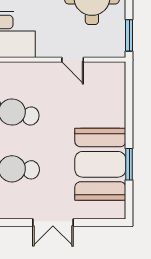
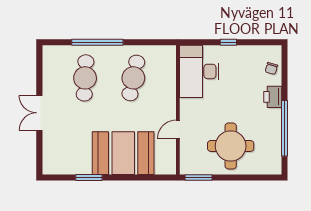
booth: (100, 164) -> (123, 153), moved

